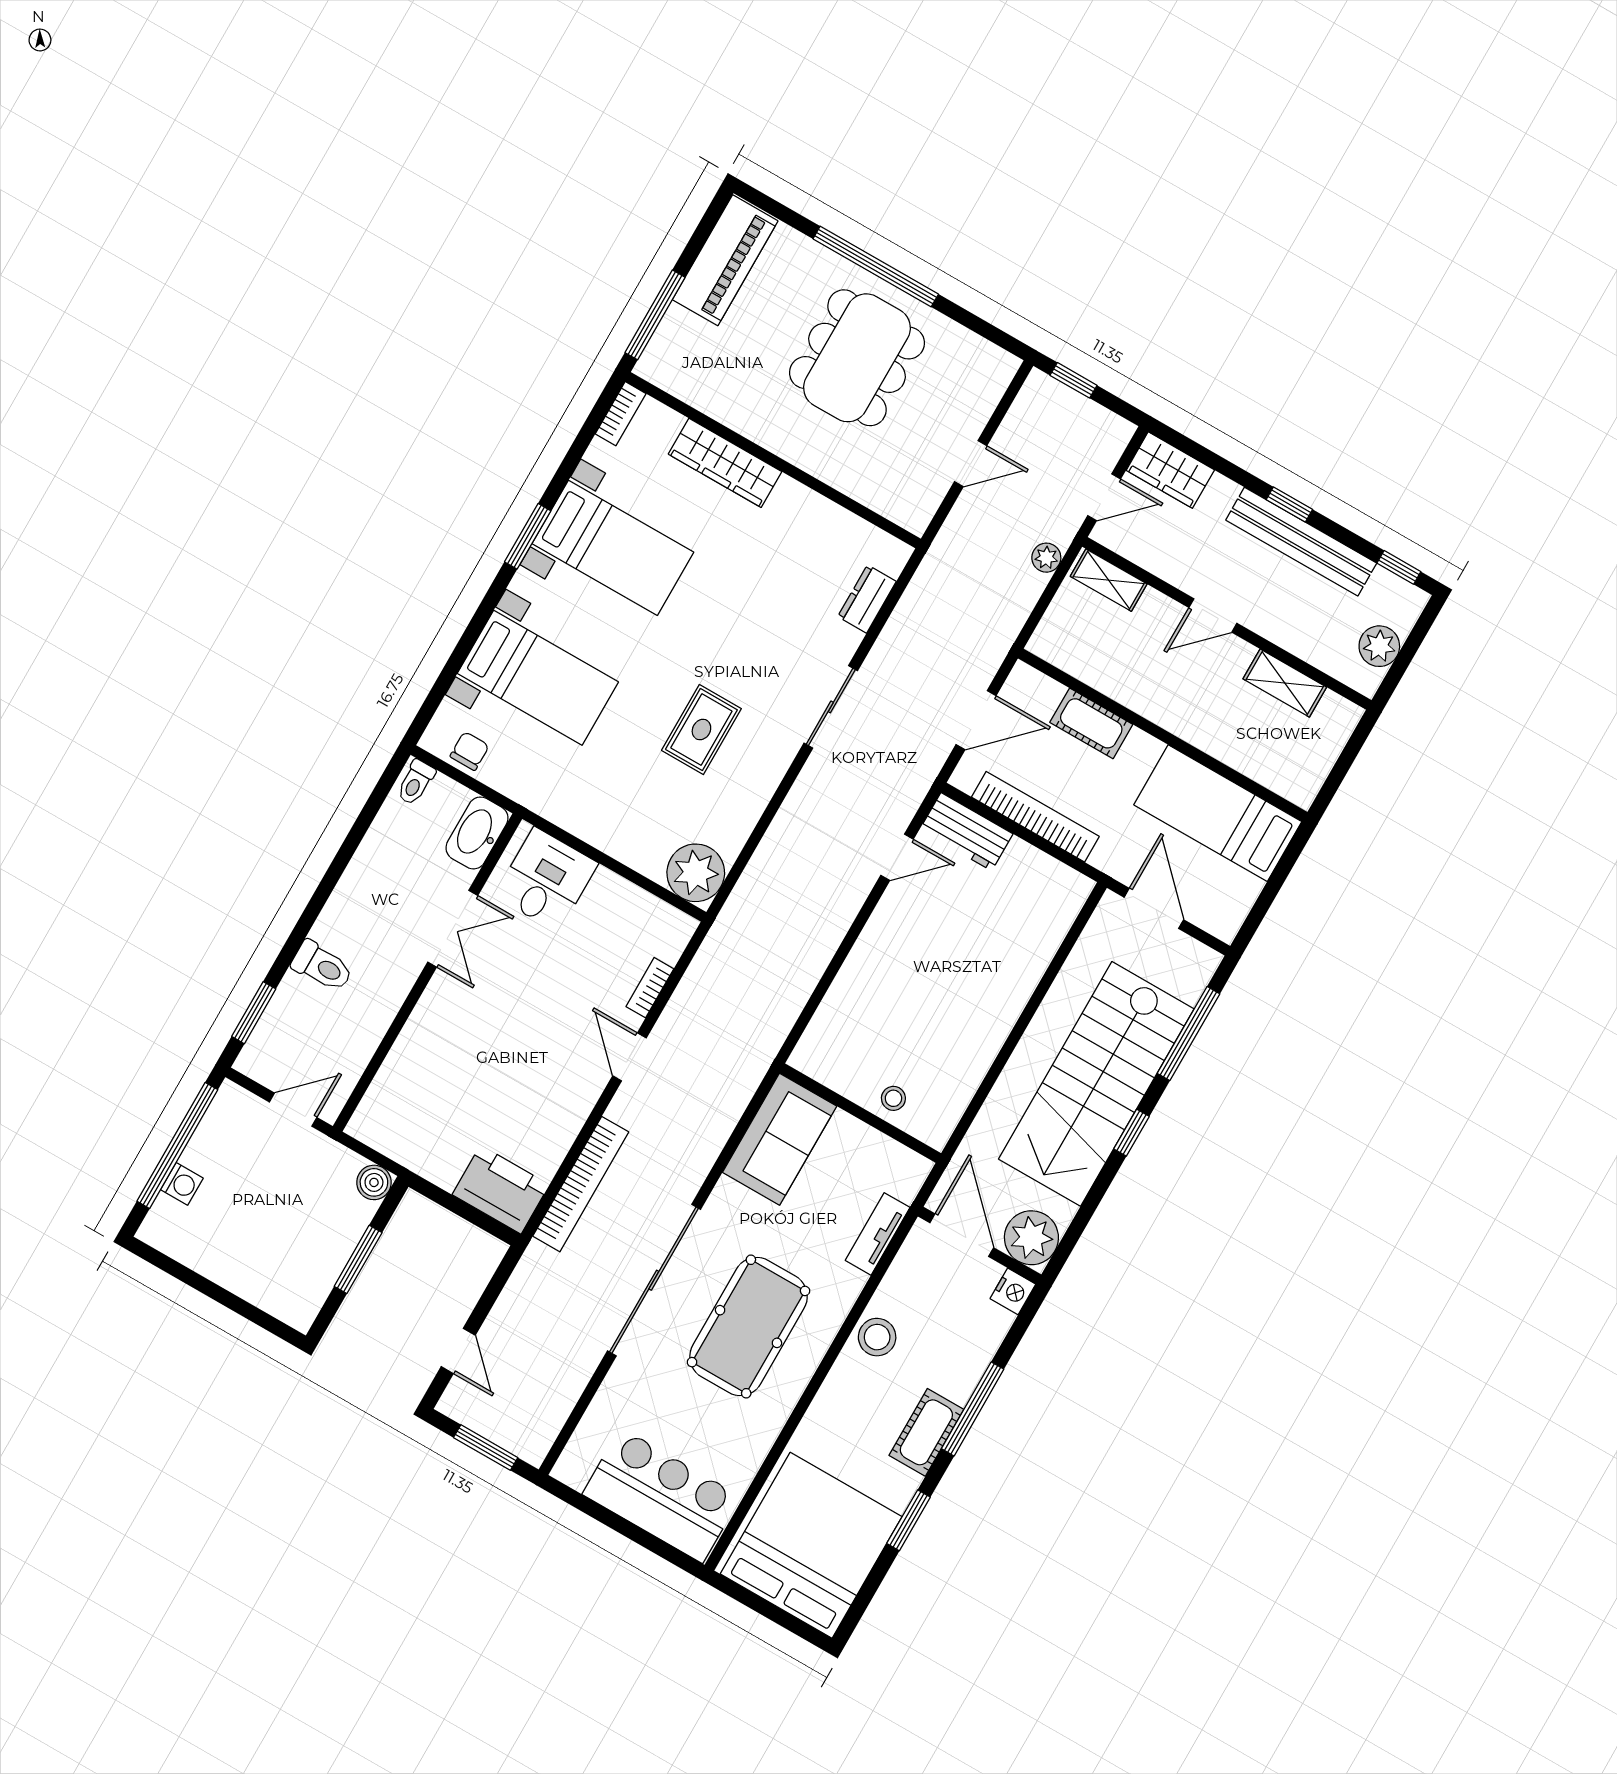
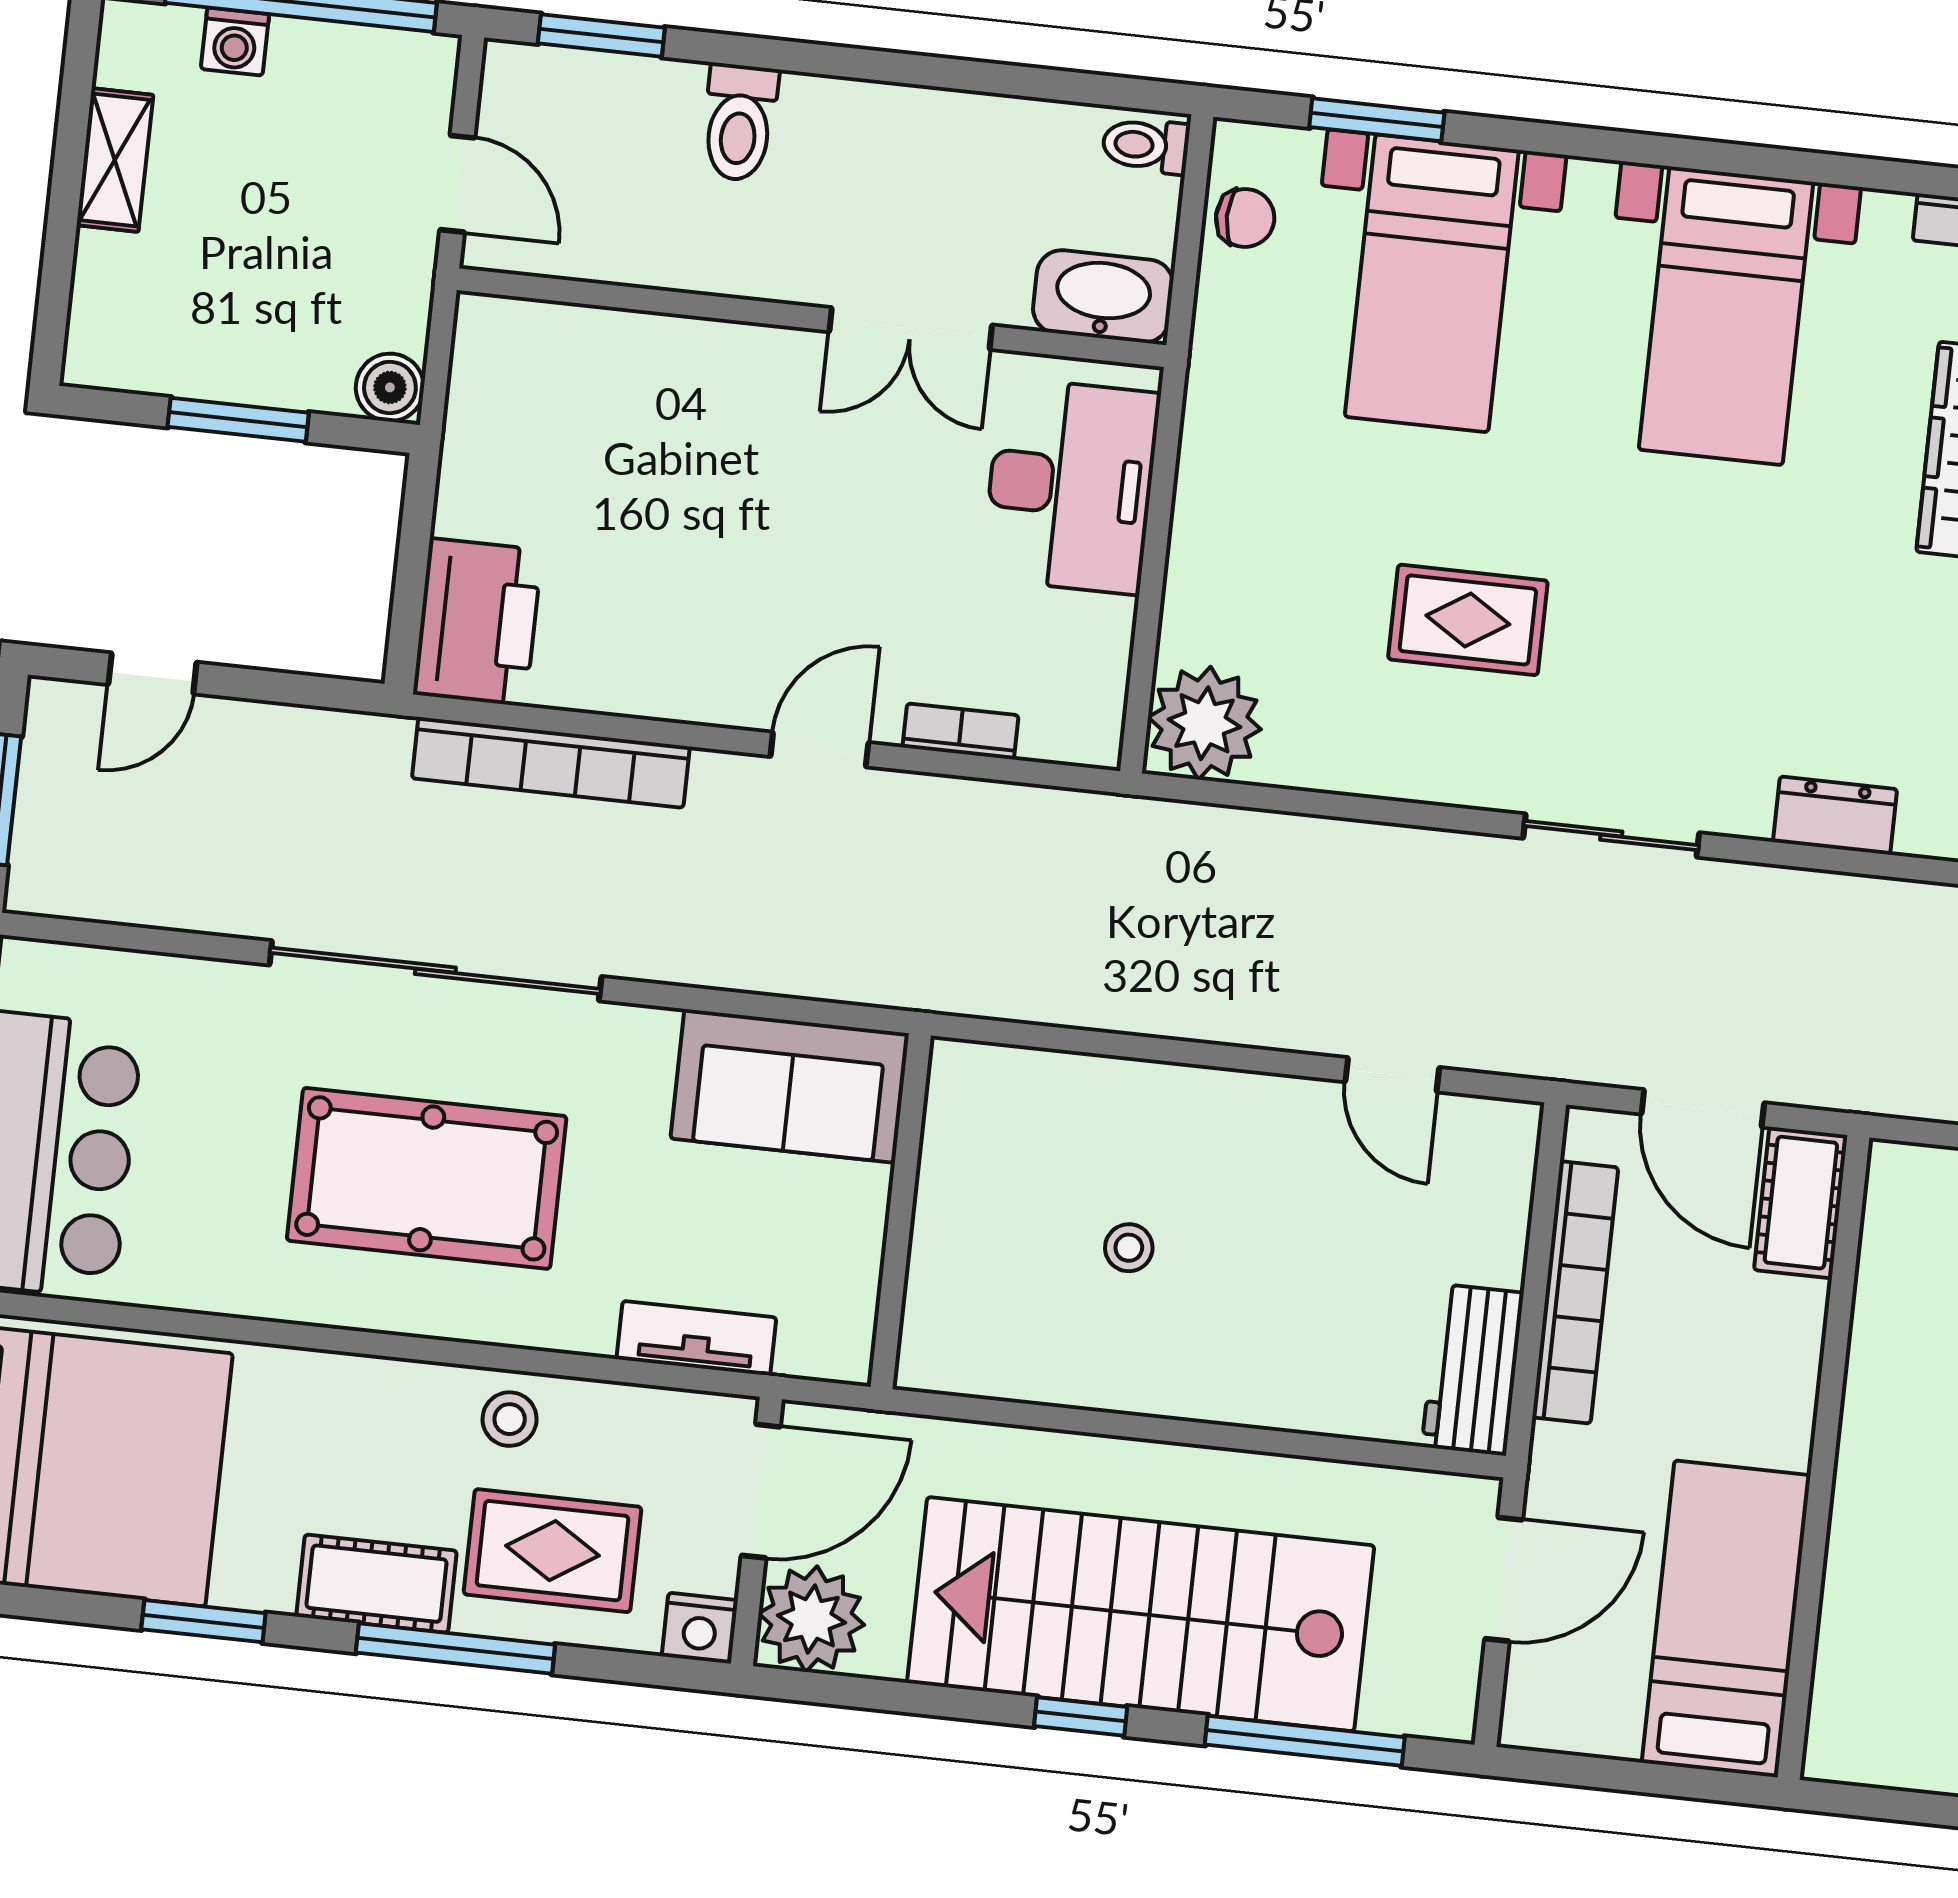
window: (528, 536) -> (1377, 120), moved
cot: (1091, 723) -> (1801, 1203), moved
workbench: (966, 832) -> (1473, 1370), moved
desk: (546, 880) -> (1071, 486), width x1.37
stool: (893, 1098) -> (1129, 1248), moved
shelving: (212, 1264) -> (115, 160), added
stool: (877, 1337) -> (510, 1419), width x0.73, depth x0.73
rug: (947, 1344) -> (553, 1551), added

